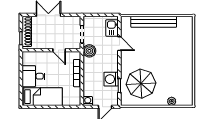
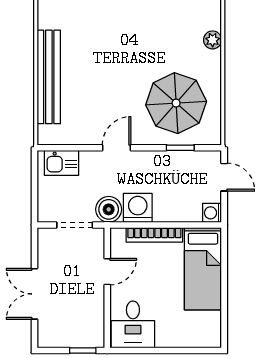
shoe rack: (27, 31) -> (68, 338), removed
door: (119, 44) -> (117, 148), moved
desk: (34, 76) -> (133, 324), moved
washing machine: (111, 79) -> (138, 208), moved, turned 180
bed: (42, 97) -> (203, 269), moved, turned 180

